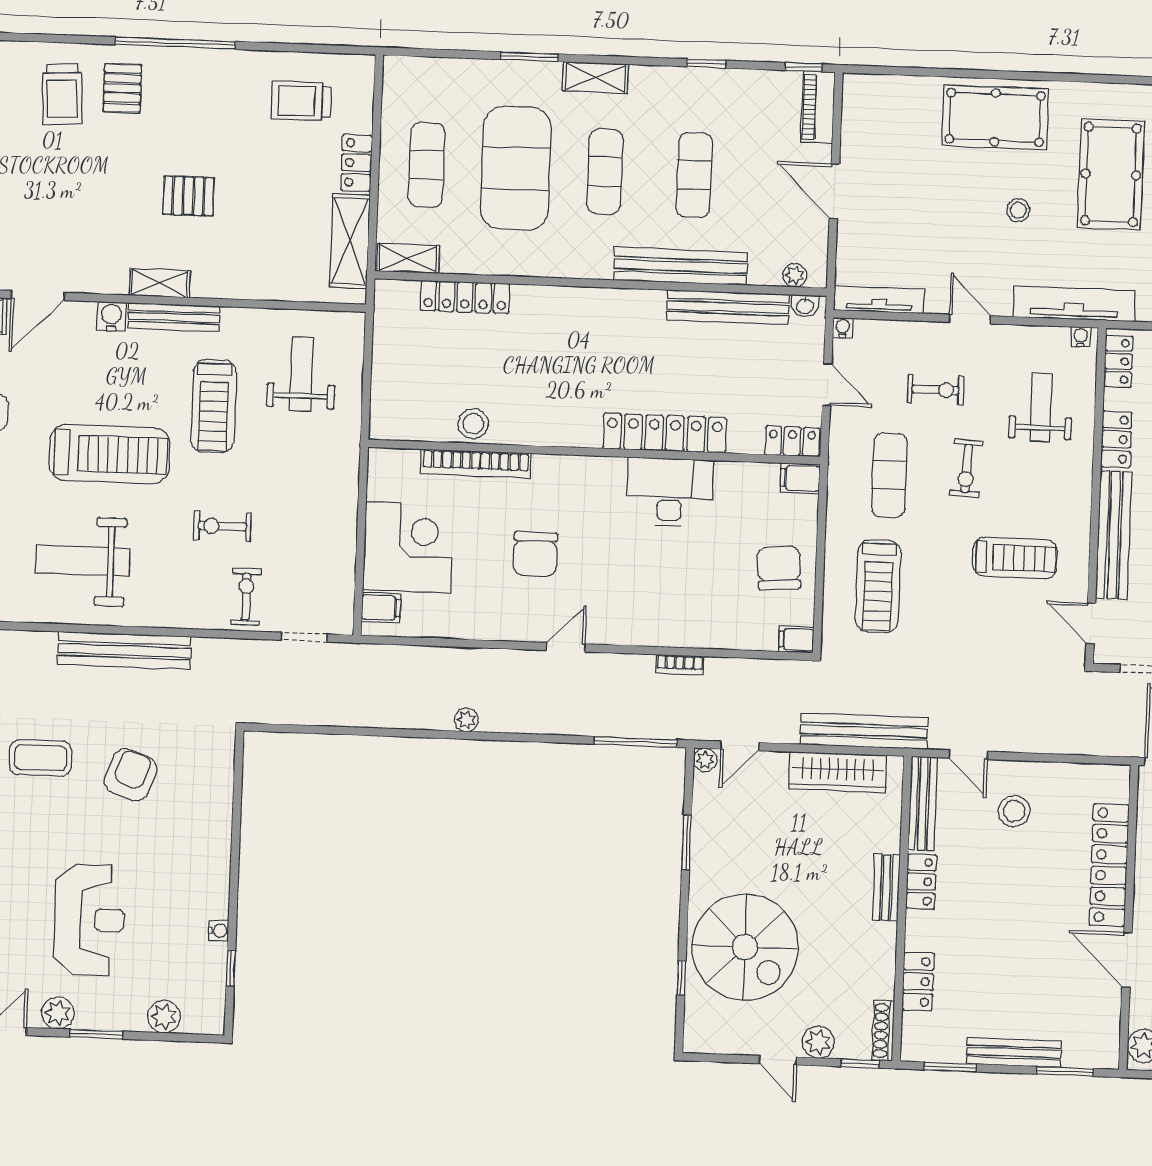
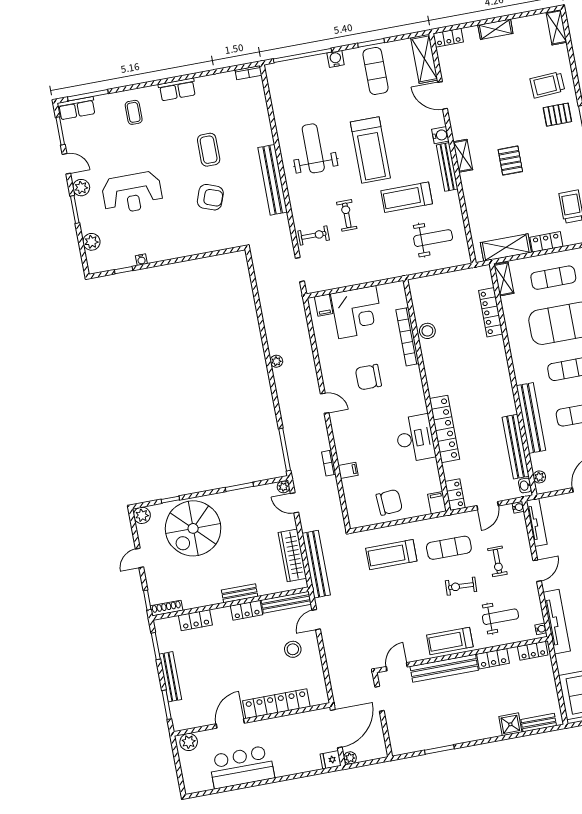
treadmill: (1015, 558) -> (450, 641), moved, turned 90
filing cabinet: (796, 639) -> (348, 470), moved, turned 90
plant: (818, 1042) -> (142, 515), moved

